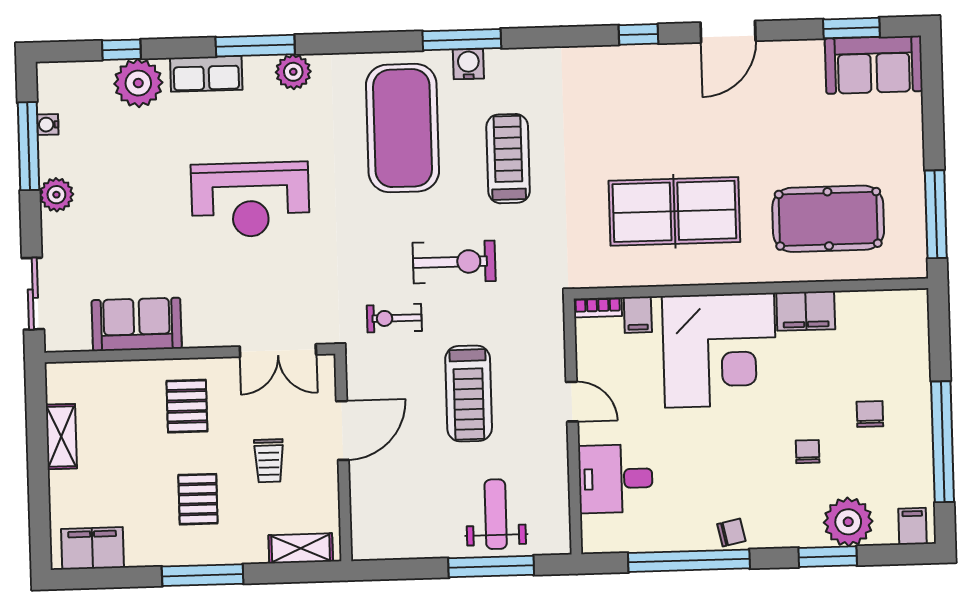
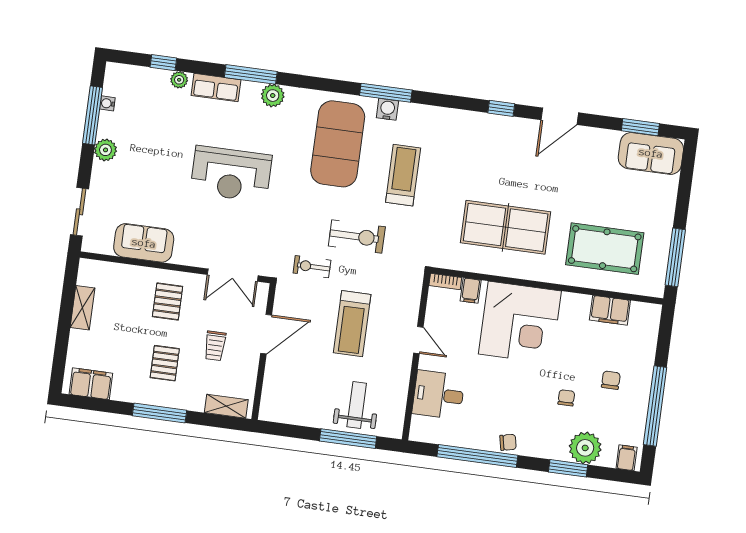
plant: (138, 83) -> (179, 80), width x0.53, depth x0.53
filing cabinet: (806, 311) -> (610, 310), moved

